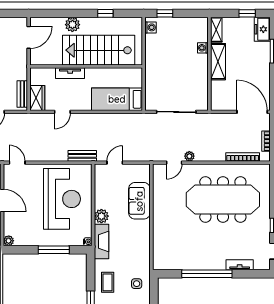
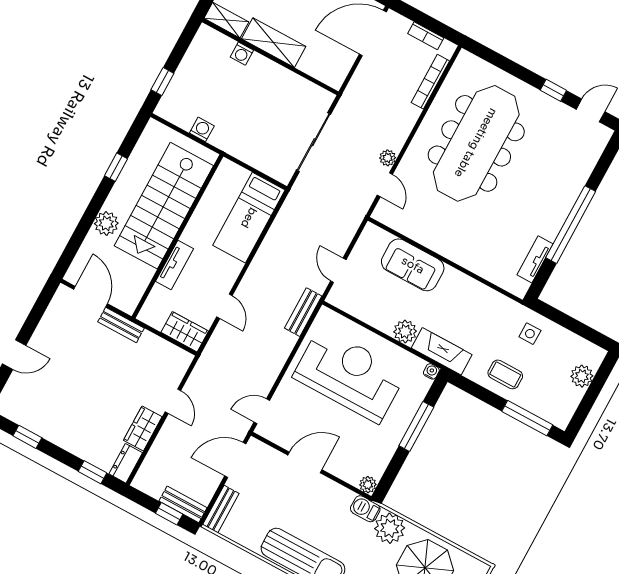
washing machine: (151, 27) -> (202, 129), moved
bench: (22, 94) -> (121, 325), moved
tv unit: (240, 265) -> (535, 259), moved

